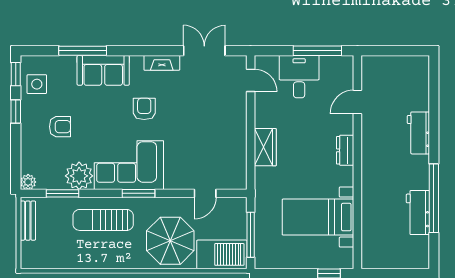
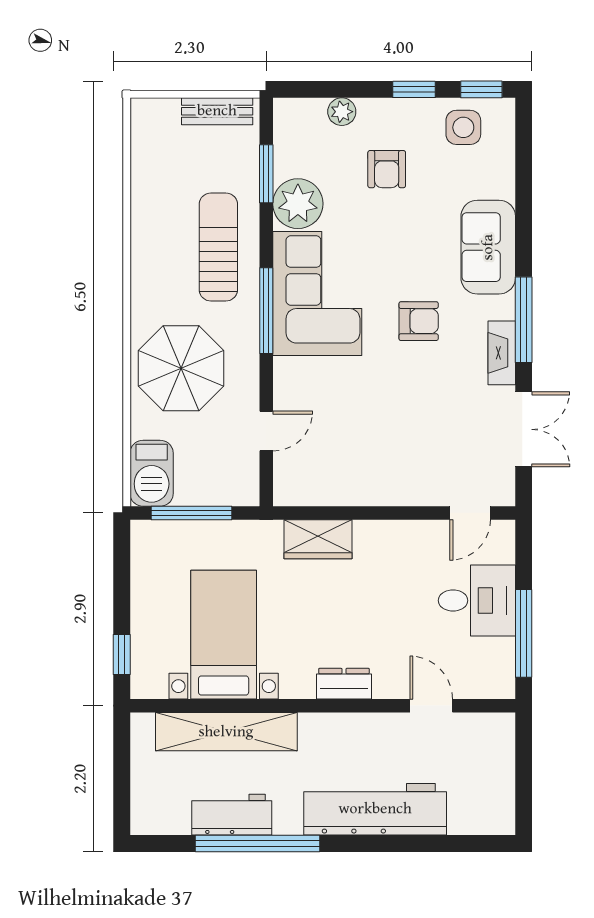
window: (83, 51) -> (524, 320), moved
workbench: (418, 133) -> (375, 809), width x1.88, depth x1.32
wardrobe: (265, 147) -> (318, 539), moved
plant: (28, 182) -> (342, 112), moved
window: (138, 193) -> (266, 311), width x1.44
door: (205, 193) -> (266, 431), swing flipped
shelving: (372, 215) -> (226, 732), added
barbecue: (222, 254) -> (152, 473), width x0.73, depth x0.83

